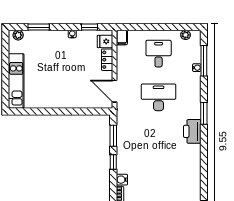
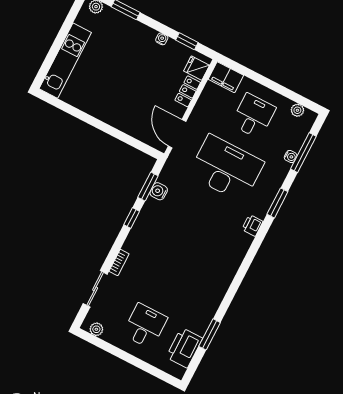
filing cabinet: (122, 37) -> (226, 77), width x2.00
desk: (159, 97) -> (226, 168), width x1.36, depth x1.30
window: (204, 113) -> (277, 203), moved
printer: (192, 131) -> (252, 225), width x0.53, depth x0.68
water cooler: (122, 180) -> (159, 191), moved

